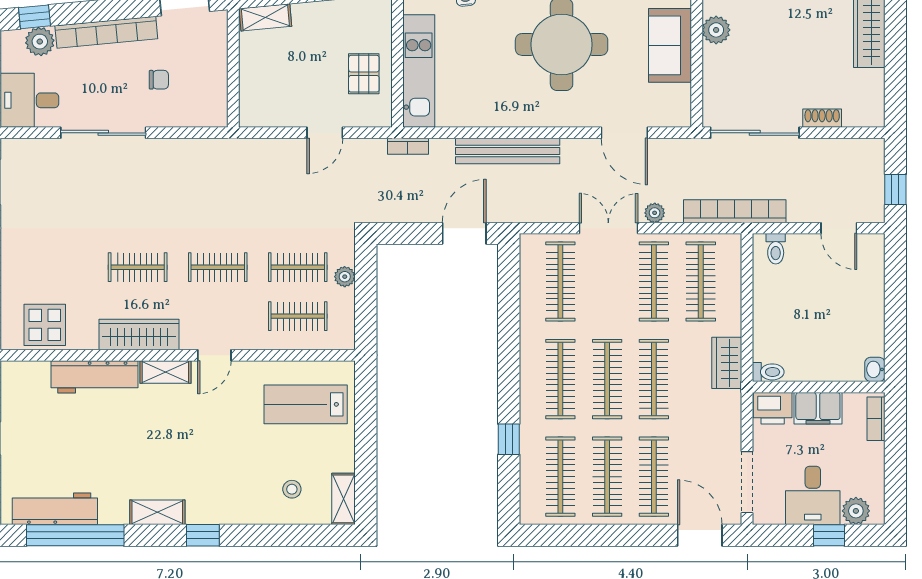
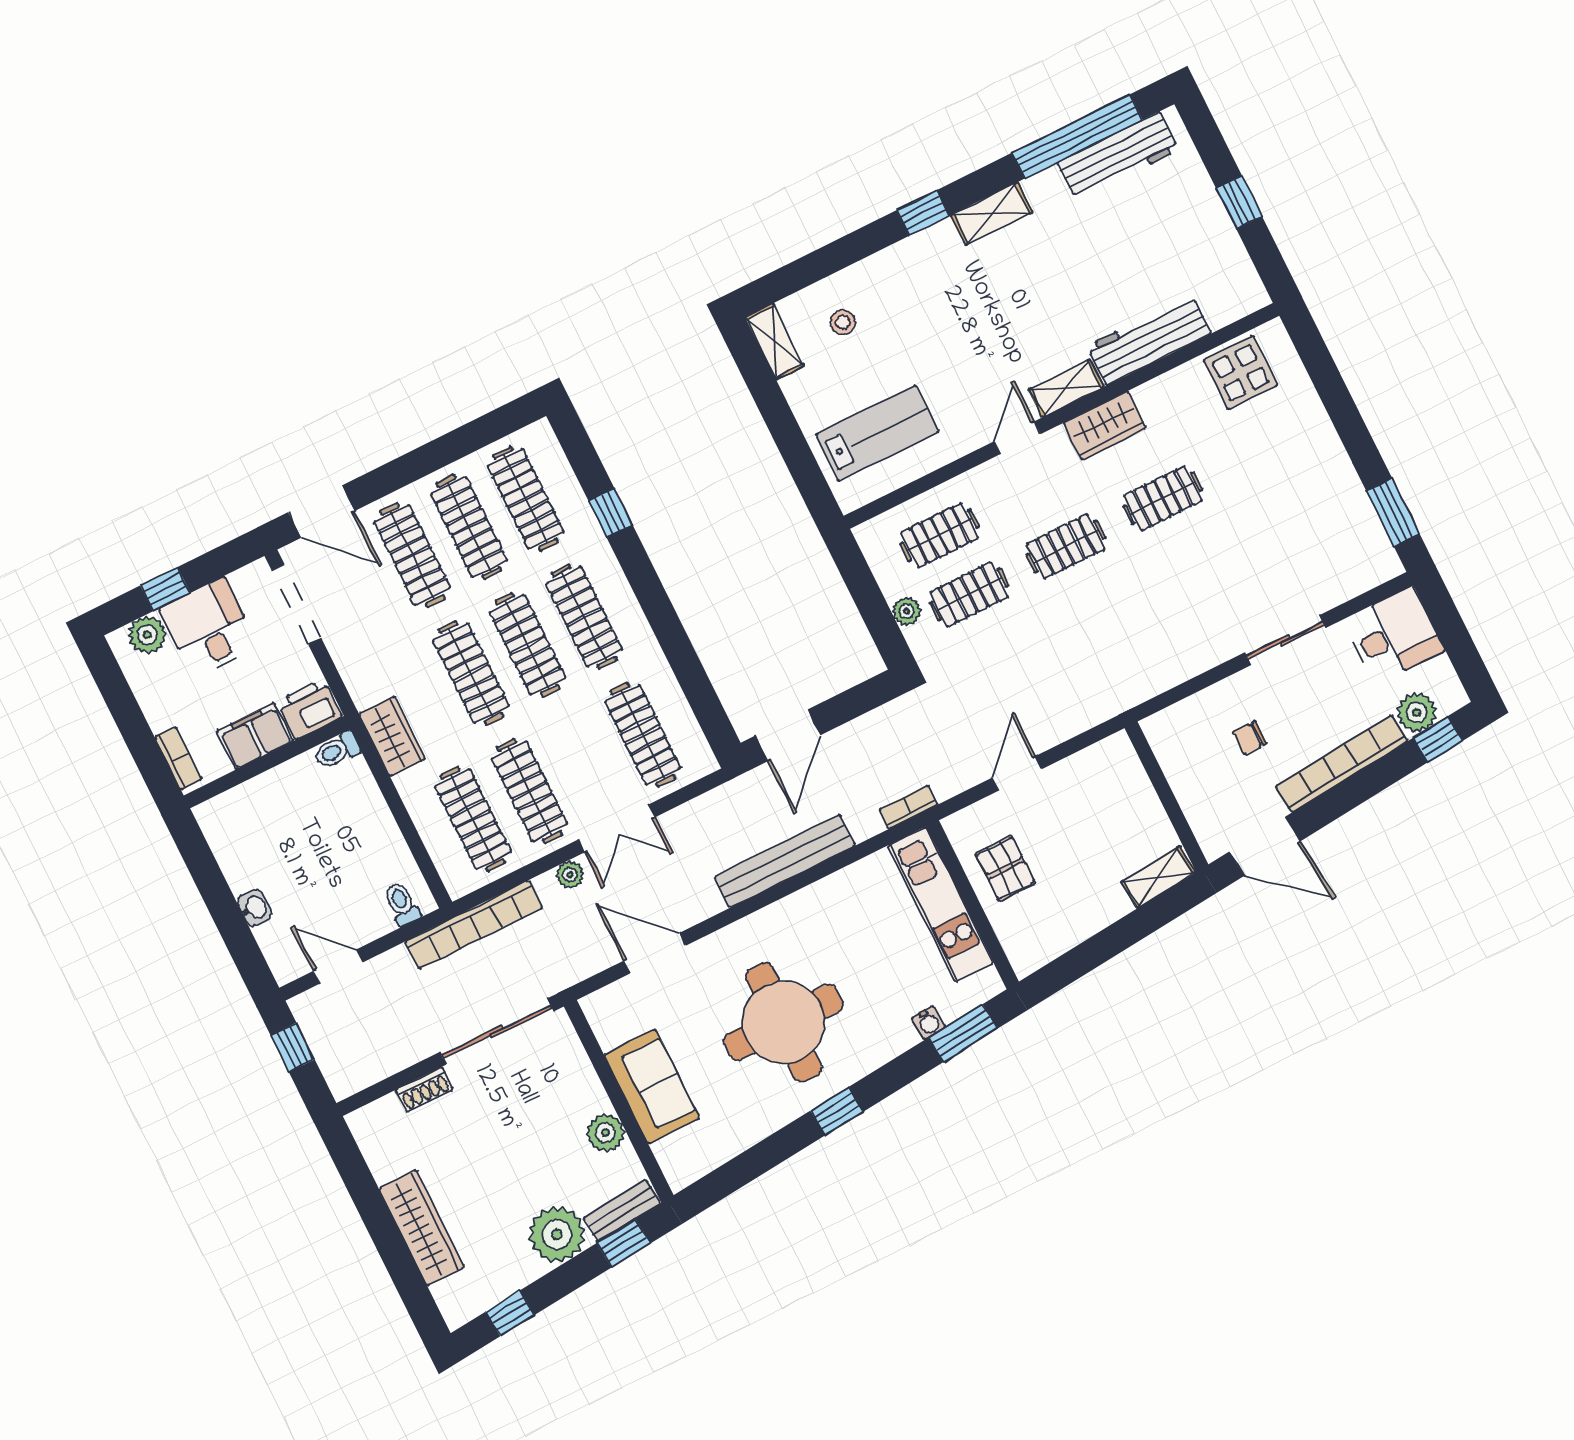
sliding door: (103, 133) -> (1285, 640), width x0.73
wardrobe: (139, 335) -> (1105, 426), width x0.67
washbasin: (875, 369) -> (254, 908), moved

